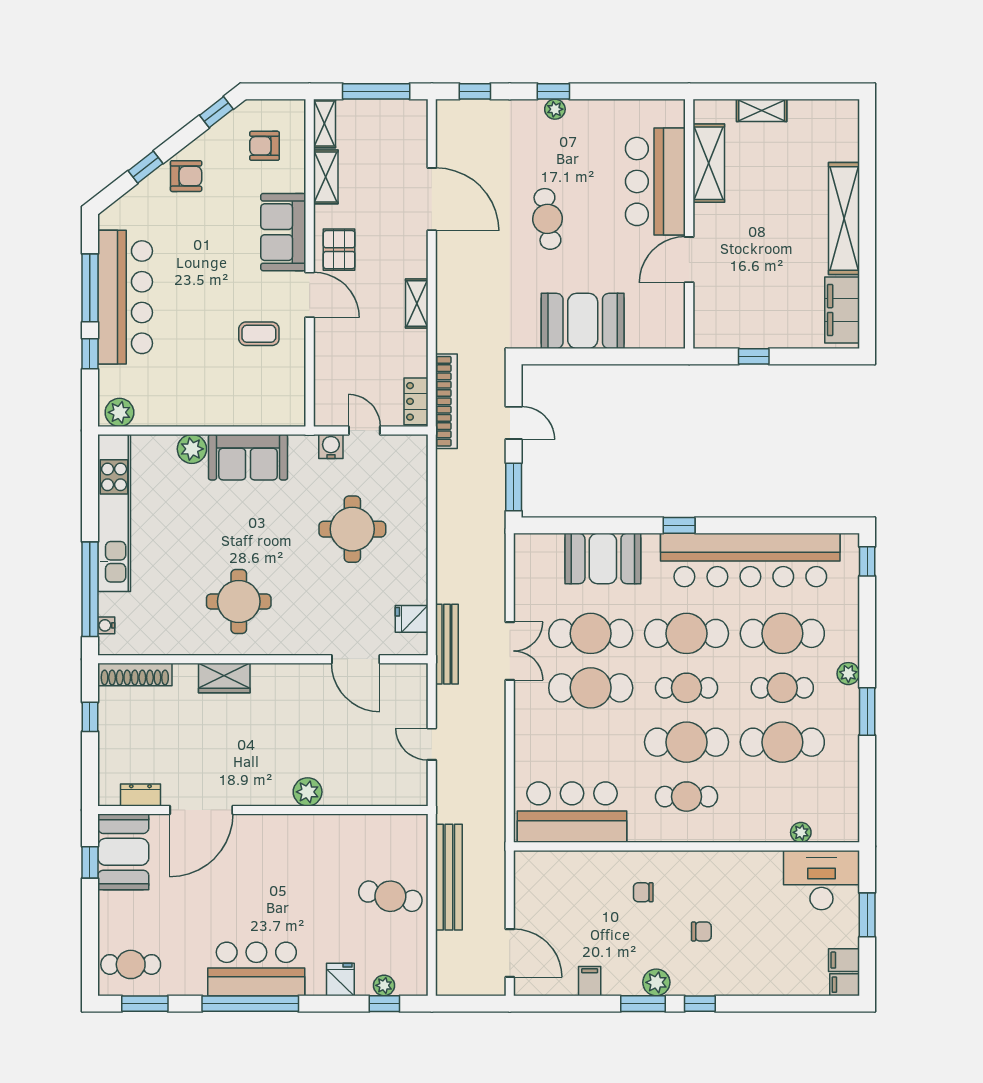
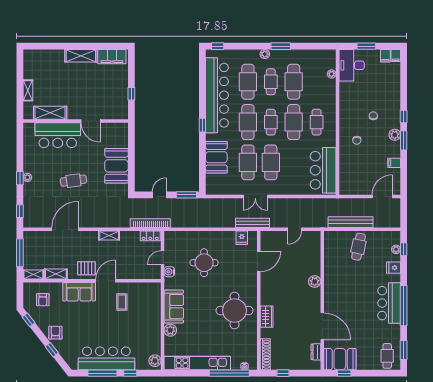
shelving: (844, 219) -> (81, 56), width x0.68
round table: (239, 602) -> (234, 310), width x1.36, depth x1.36
double door: (510, 651) -> (255, 196), swing flipped

